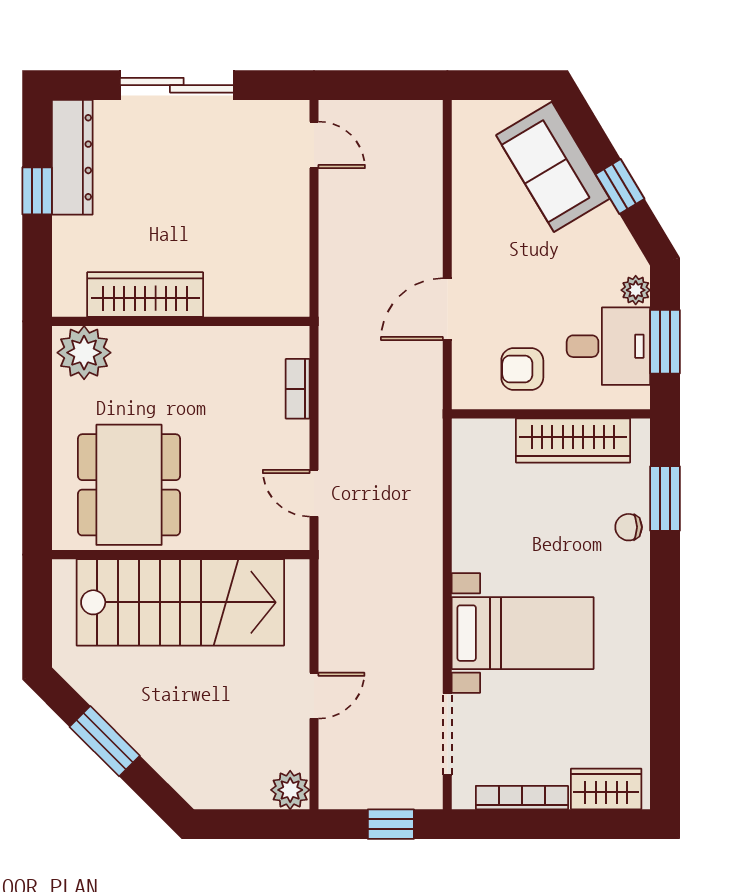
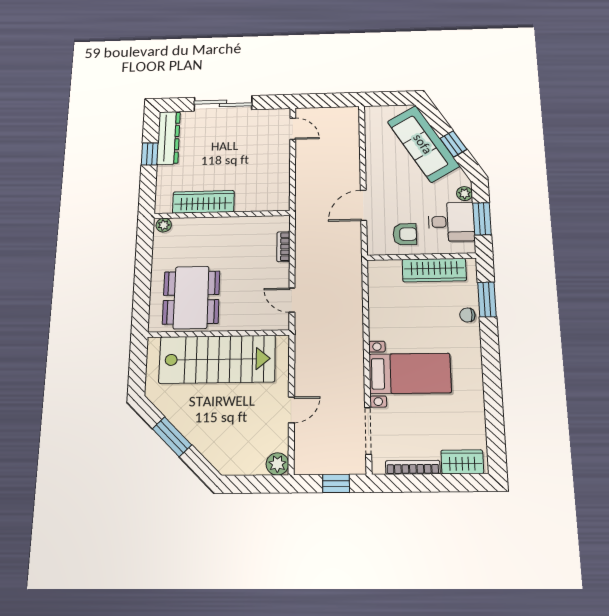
sofa: (553, 167) -> (423, 144), width x1.36
plant: (84, 353) -> (164, 225), width x0.53, depth x0.53
armchair: (522, 369) -> (405, 234), turned 180

